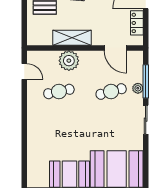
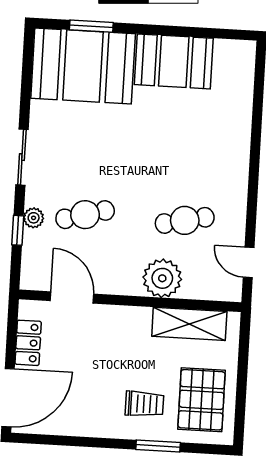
shelving: (72, 38) -> (189, 324), moved
window: (146, 81) -> (18, 230), width x0.46

